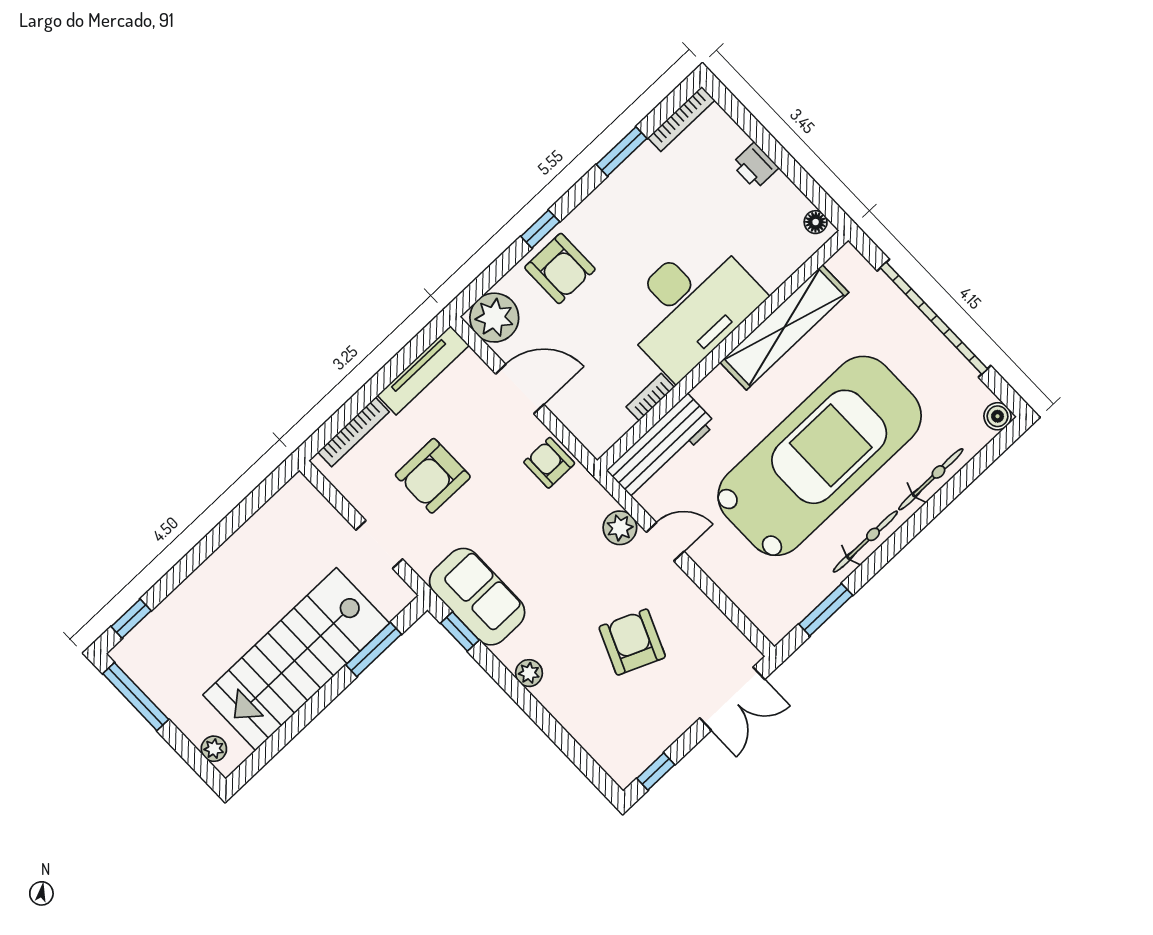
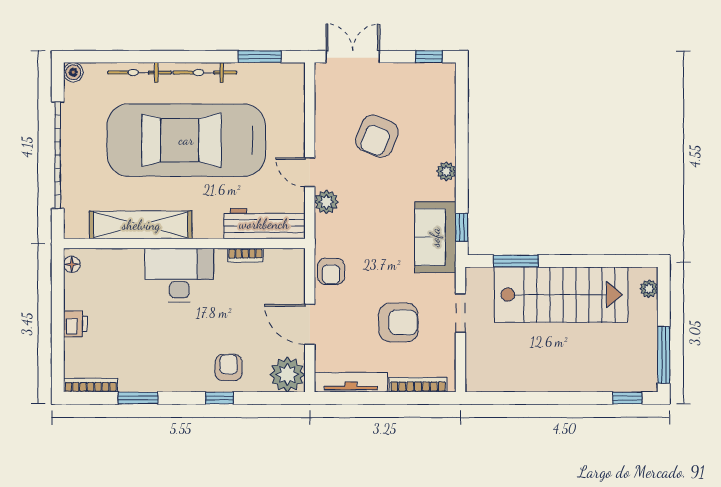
armchair: (560, 268) -> (229, 368), width x0.72, depth x0.72
desk: (690, 306) -> (179, 275), width x0.73, depth x0.77

